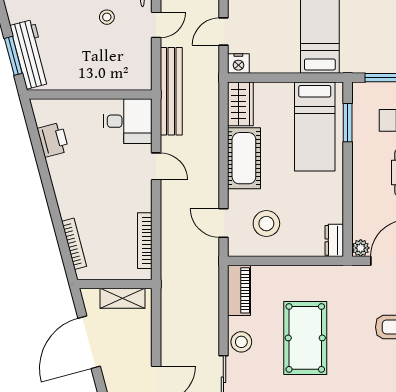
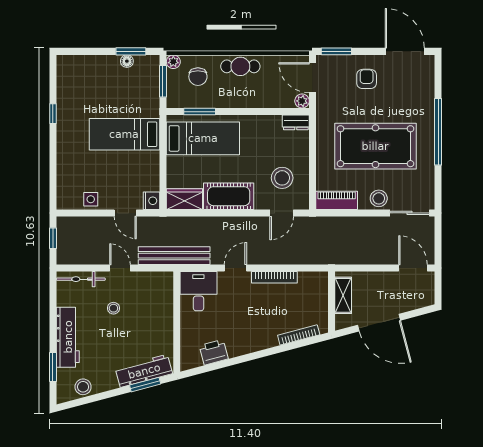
bookcase: (145, 241) -> (274, 277), moved
pool table: (305, 338) -> (375, 146), width x1.36, depth x1.32

